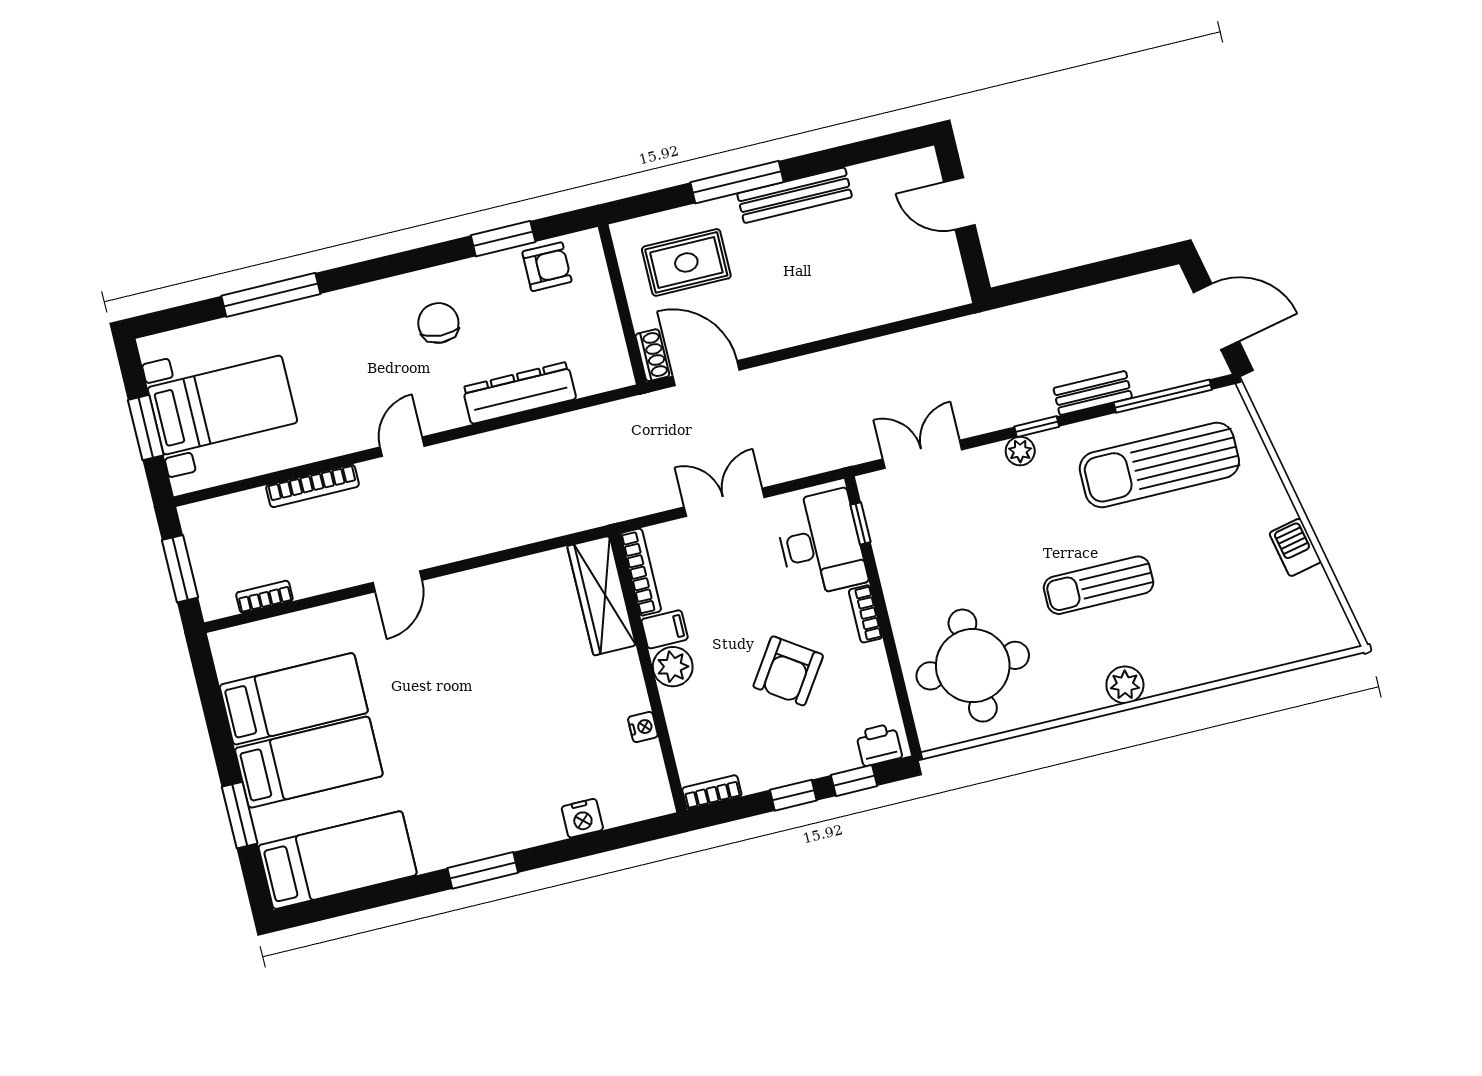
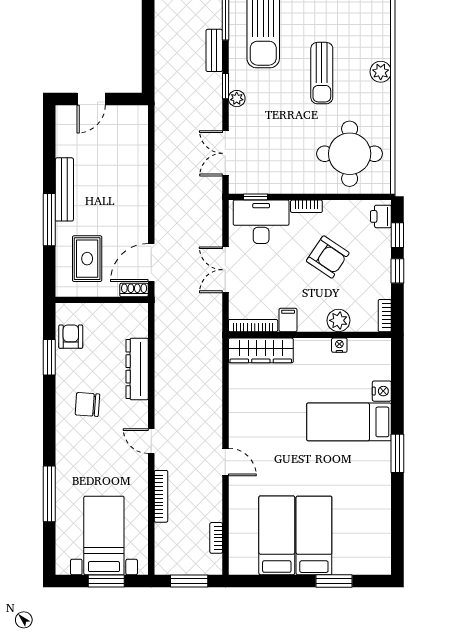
plant: (673, 667) -> (338, 320), moved
bed: (338, 860) -> (349, 422), moved, turned -90

